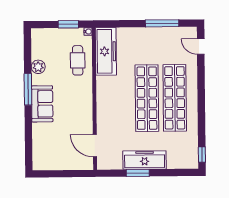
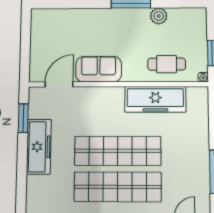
freezer: (106, 51) -> (155, 99), moved
sofa: (42, 104) -> (99, 69), moved, turned 180
window: (138, 173) -> (23, 118), moved

